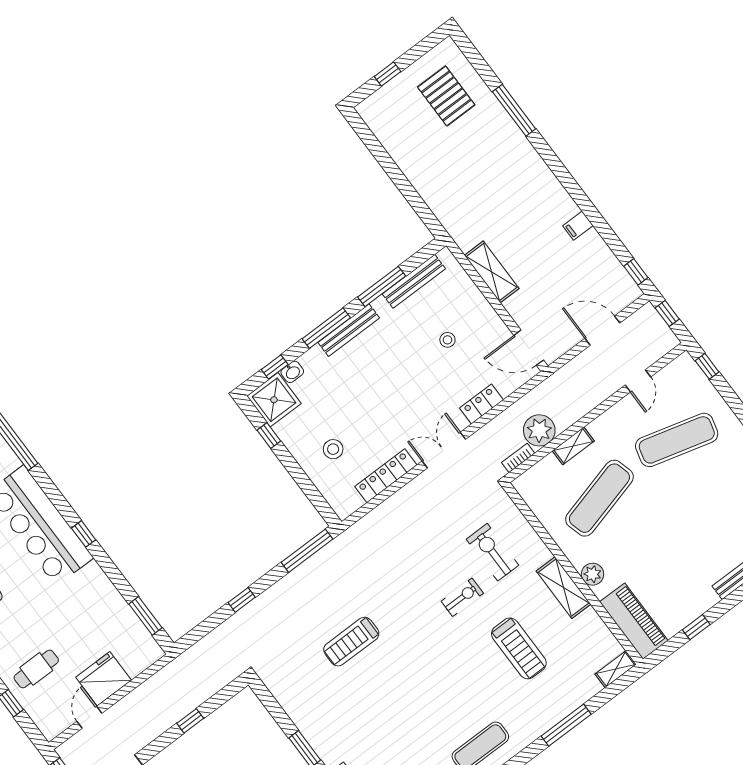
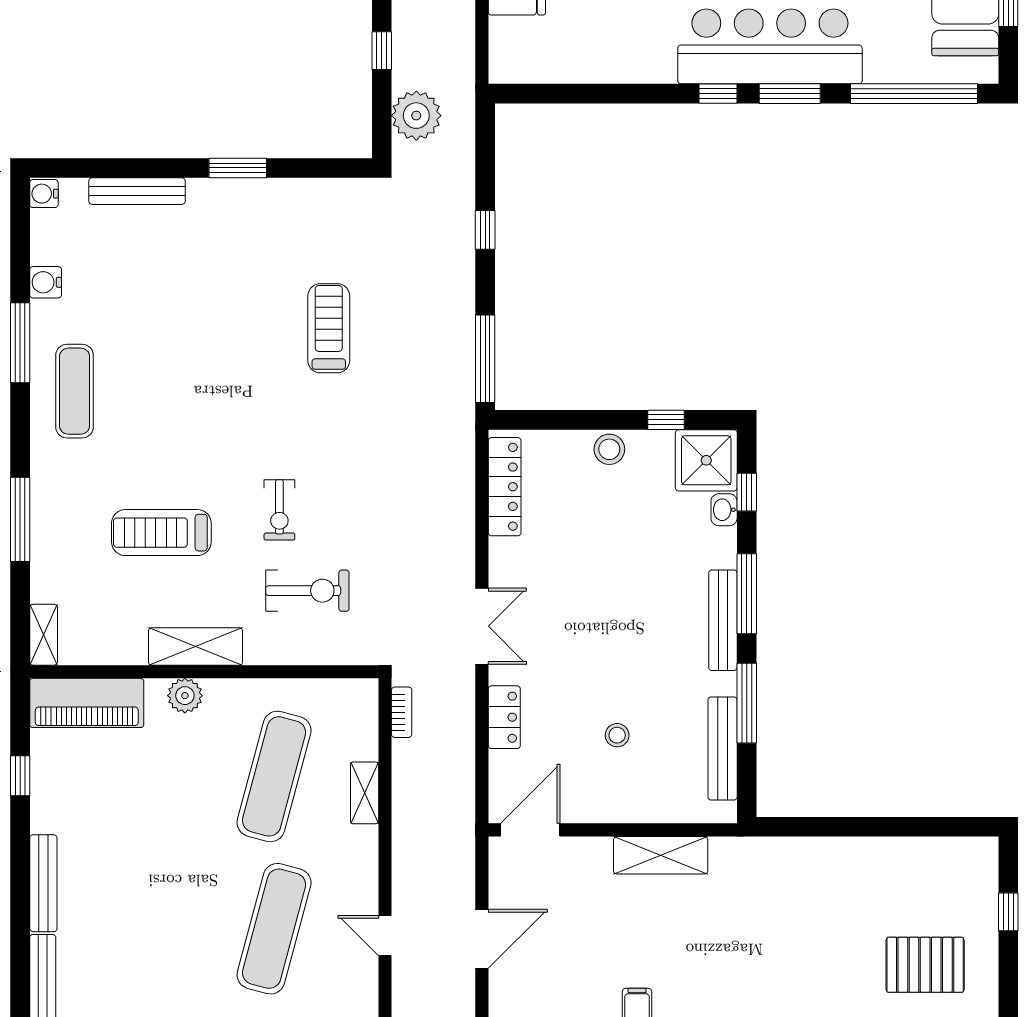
plant: (539, 430) -> (416, 116), moved
stool: (333, 449) -> (609, 449), moved
locker: (386, 476) -> (505, 487), moved
exercise mat: (599, 498) -> (274, 776), turned 30
window: (145, 616) -> (790, 94), moved

